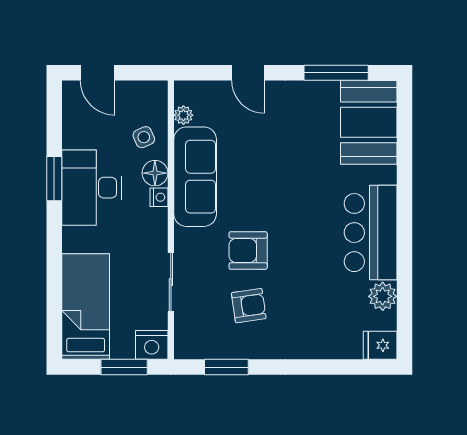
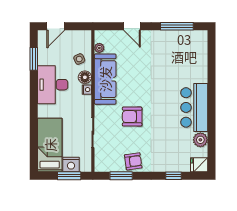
door: (98, 73) -> (56, 26), hinge flipped
booth: (369, 122) -> (193, 52), removed
window: (54, 179) -> (34, 59), moved
armchair: (249, 306) -> (133, 161), moved
nightstand: (152, 345) -> (71, 164), moved
window: (330, 367) -> (173, 176), added

